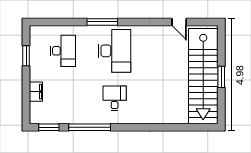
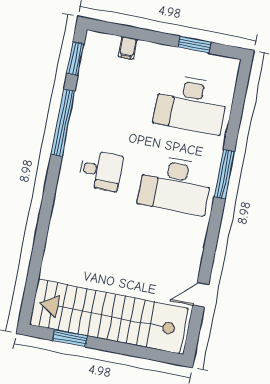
desk: (63, 51) -> (191, 104), width x1.36, depth x1.30
window: (221, 77) -> (70, 338), moved
filing cabinet: (36, 92) -> (128, 48), width x0.50

